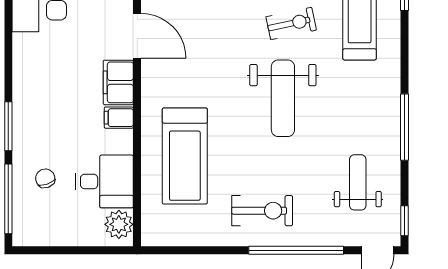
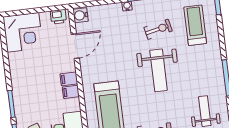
door: (137, 36) -> (75, 46), hinge flipped
filing cabinet: (118, 82) -> (69, 79), width x0.50

